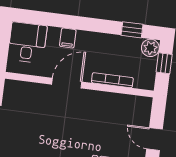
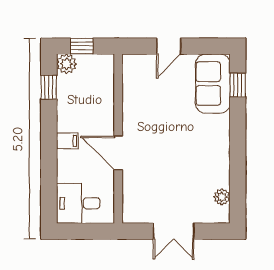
filing cabinet: (68, 38) -> (67, 141), moved
bookcase: (112, 80) -> (108, 102), removed

